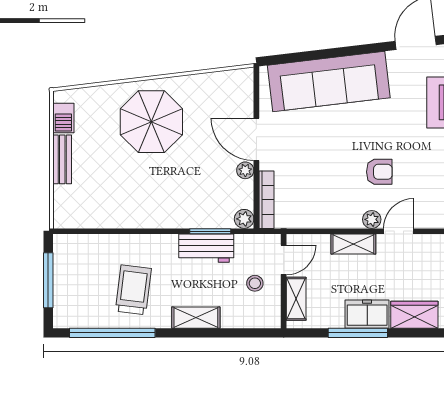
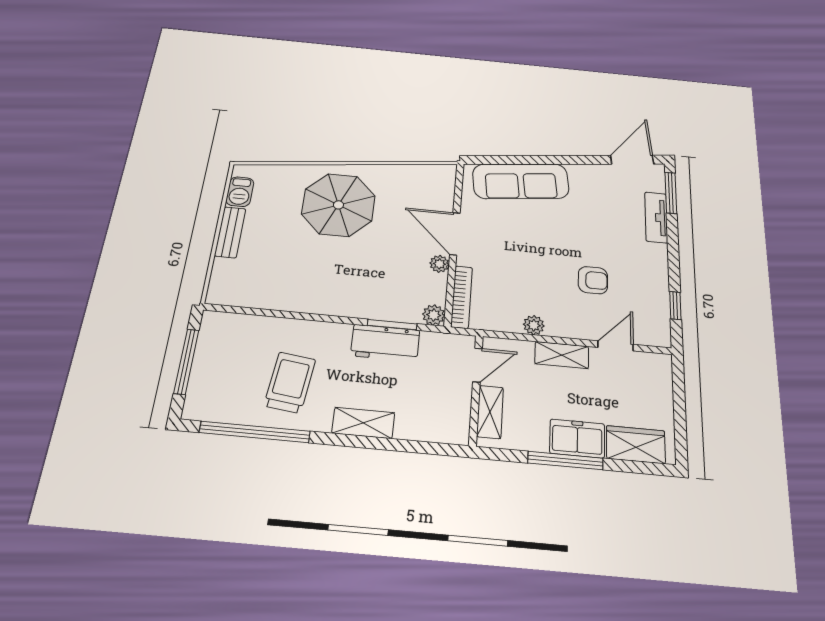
sofa: (329, 82) -> (521, 181), width x0.74, depth x0.79
plant: (372, 219) -> (534, 325), moved
stool: (255, 283) -> (441, 389), removed

